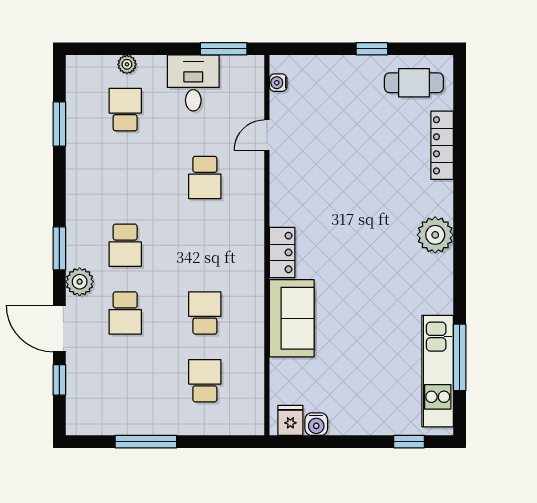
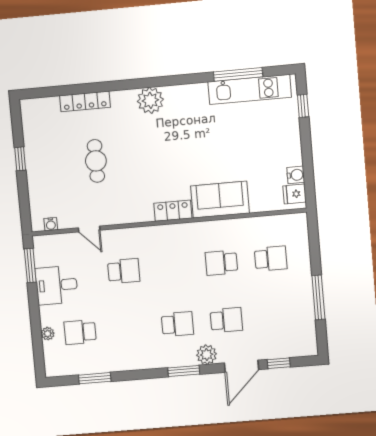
cafe table: (414, 83) -> (96, 161), moved
school desk: (205, 381) -> (271, 259), turned 180

